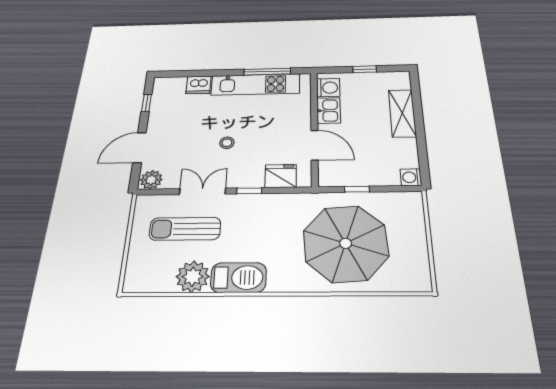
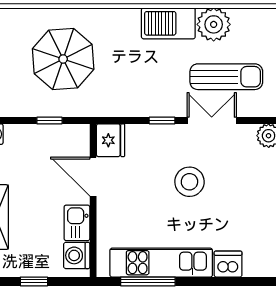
stool: (227, 143) -> (189, 182), width x1.89, depth x1.89
fridge: (281, 176) -> (111, 140), moved, turned -90
double door: (202, 191) -> (212, 121), swing flipped
parasol: (346, 243) -> (63, 59), width x0.73, depth x0.73

